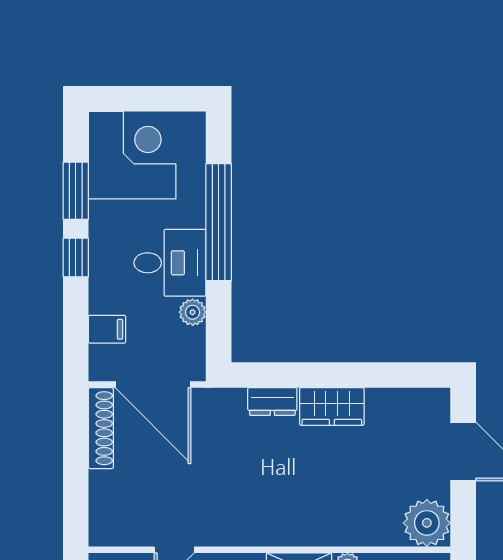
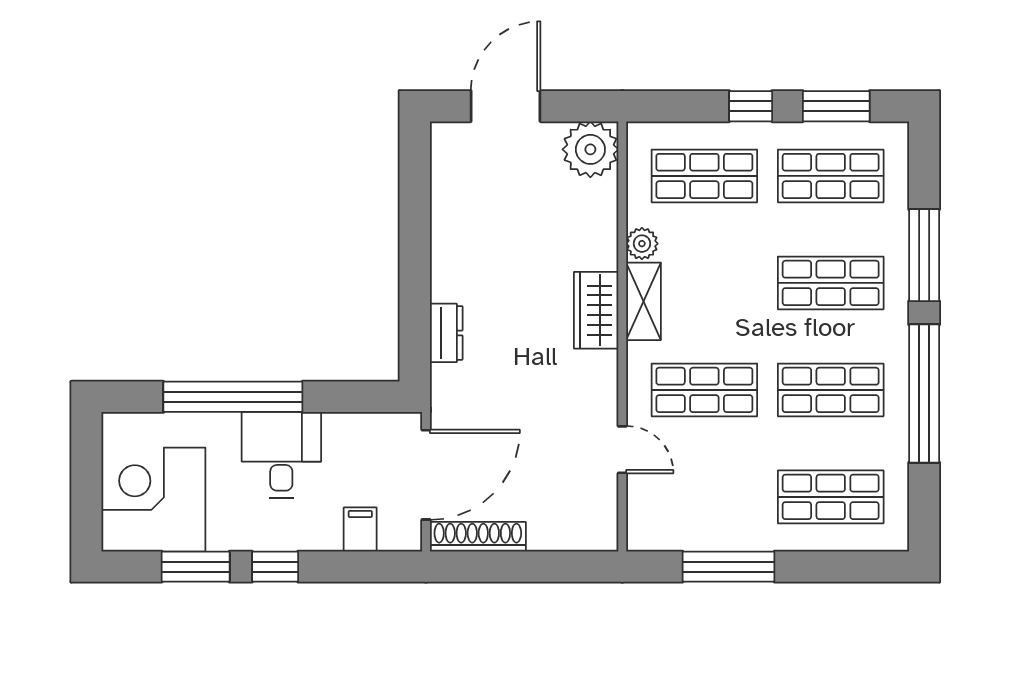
plant: (193, 312) -> (340, 428), removed
wardrobe: (332, 407) -> (596, 310), moved, turned 180

